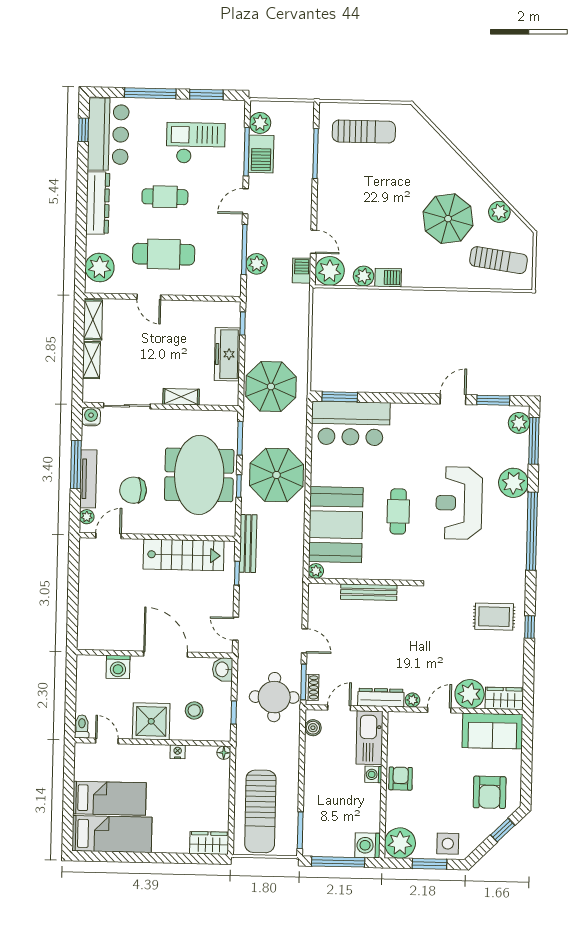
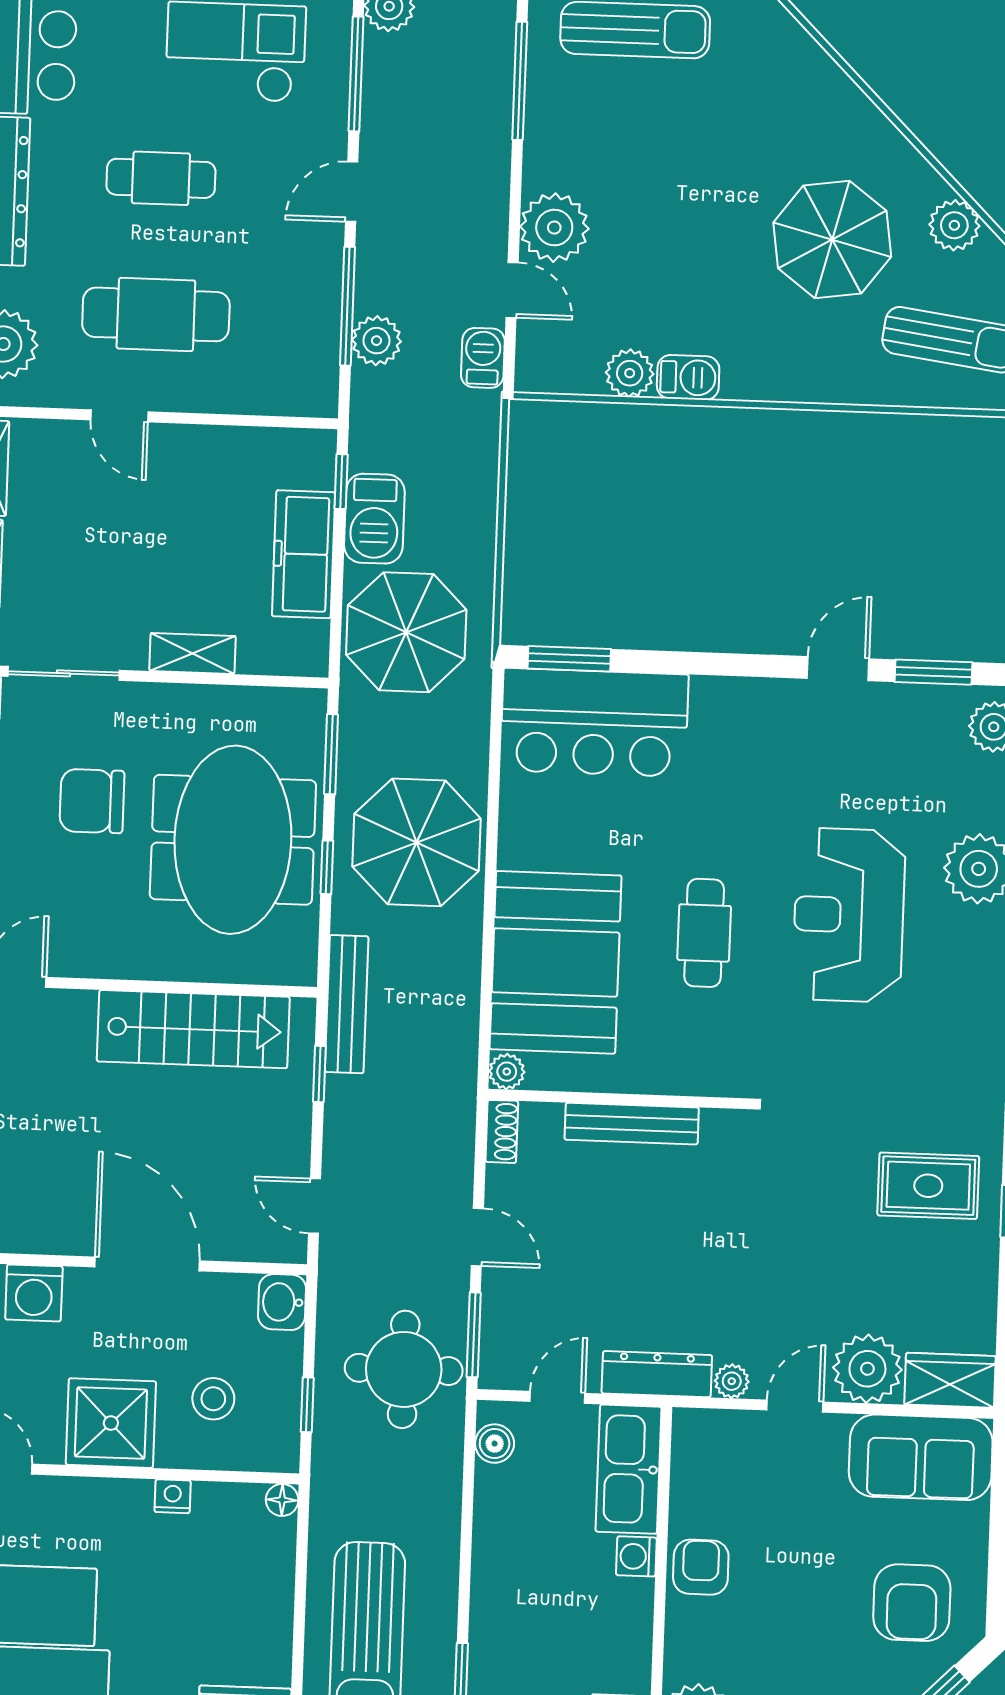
barbecue: (261, 154) -> (374, 519), moved
plant: (330, 271) -> (554, 228), moved
chair: (133, 490) -> (92, 801), moved
shoe rack: (312, 687) -> (502, 1131), moved

